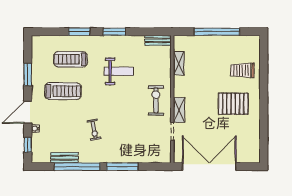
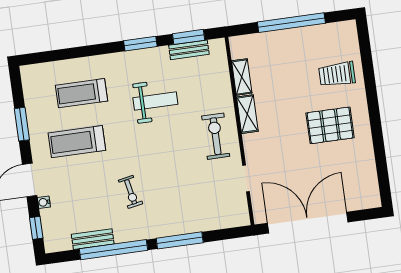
window: (79, 32) -> (189, 37), moved
bench: (158, 40) -> (189, 50), moved
treadmill: (63, 91) -> (77, 142), turned 180
shelving: (179, 110) -> (247, 114), moved

